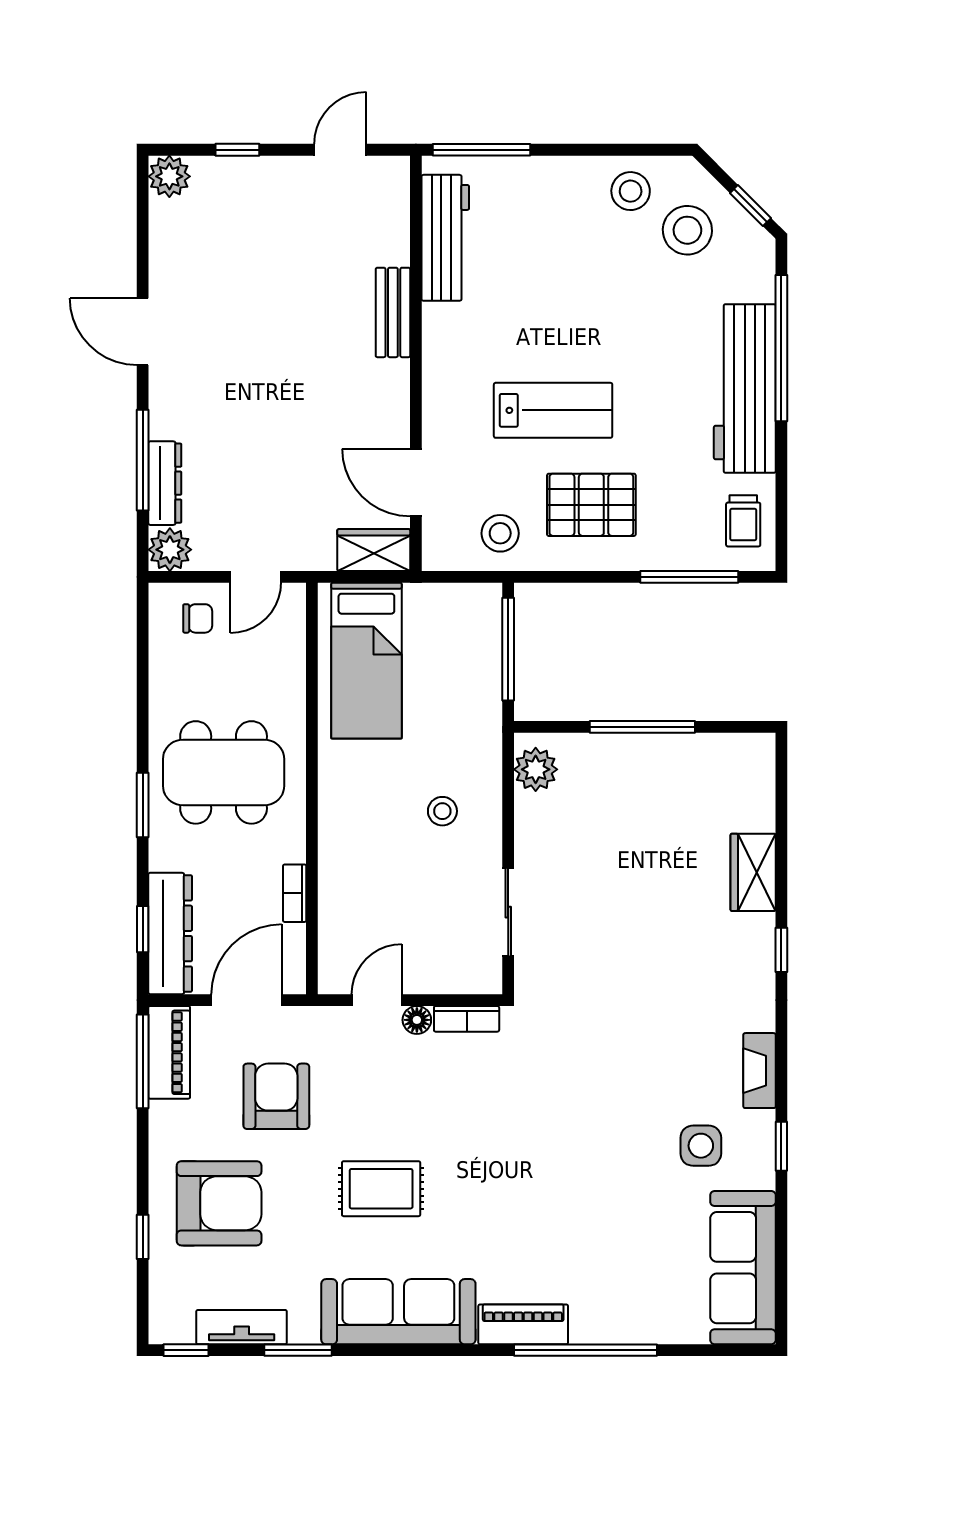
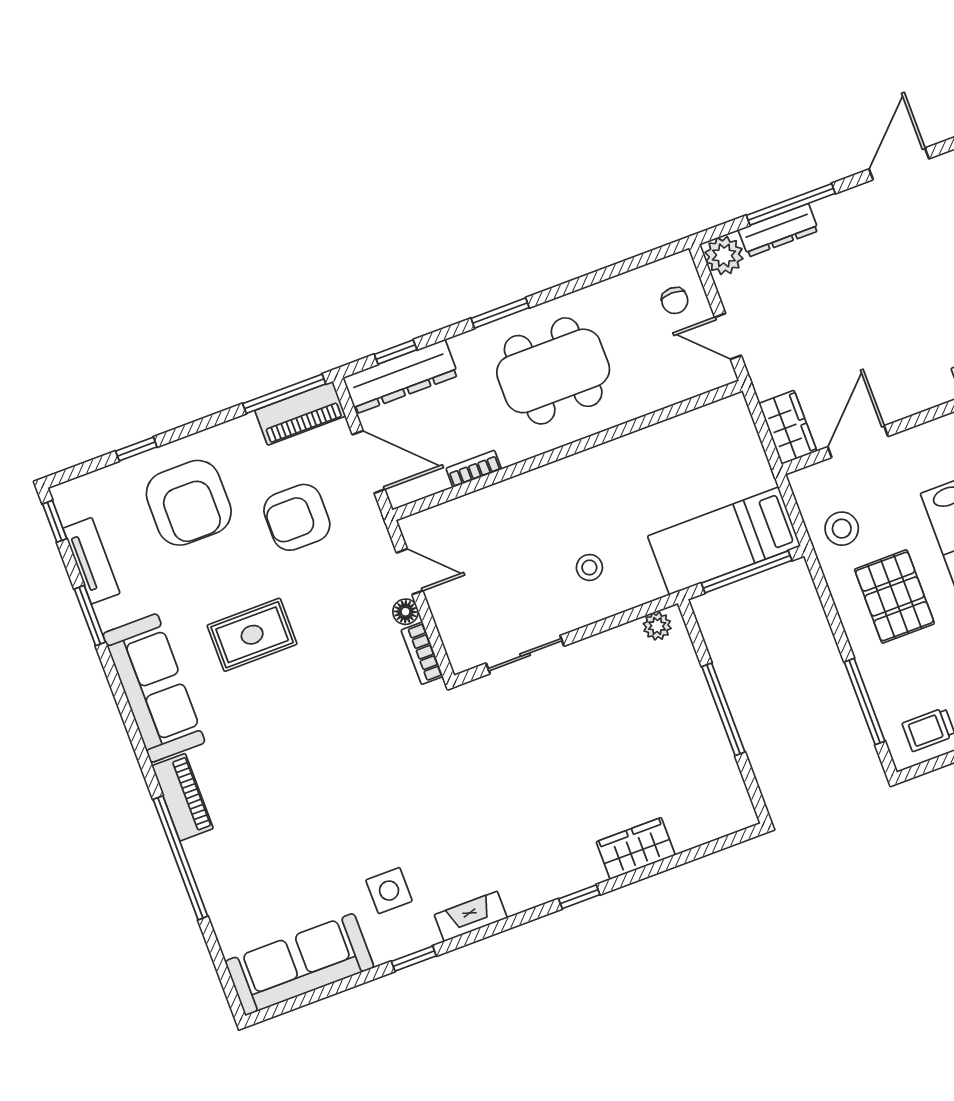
bed: (366, 661) -> (724, 541), moved
plant: (536, 769) -> (657, 626), width x0.73, depth x0.73
dining table: (224, 772) -> (553, 371), turned 90
armchair: (276, 1096) -> (297, 517), turned 180
rug: (381, 1189) -> (252, 635), turned 90

